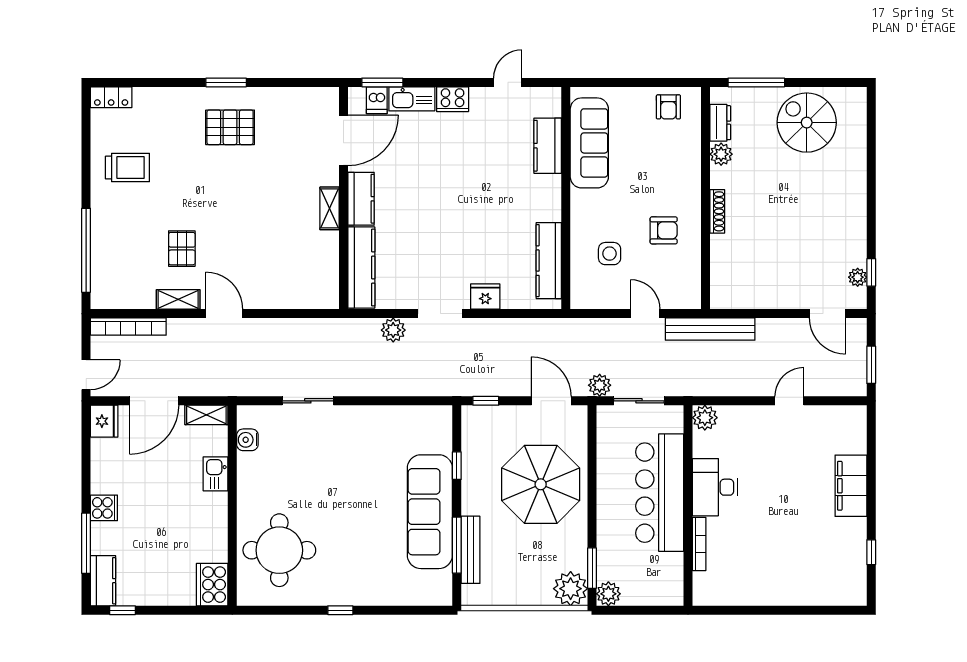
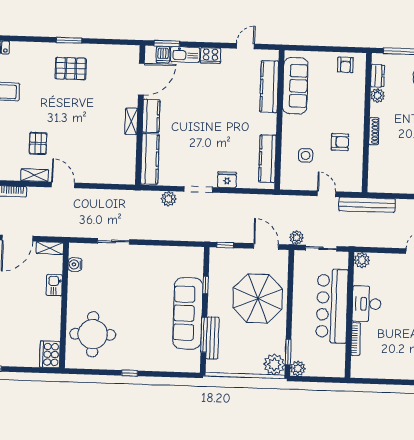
kitchen counter: (548, 146) -> (269, 87), width x1.50

